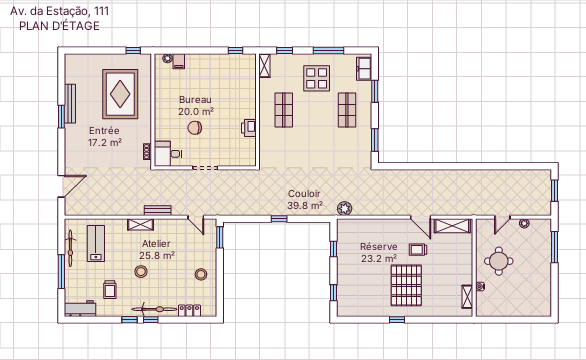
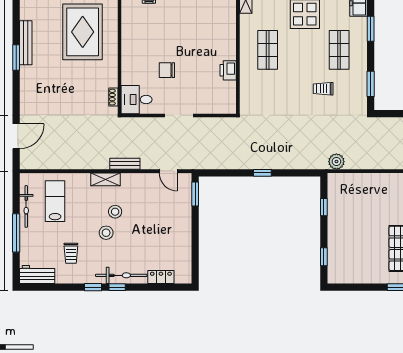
trolley: (333, 144) -> (323, 89), added
stool: (201, 274) -> (115, 212), moved

